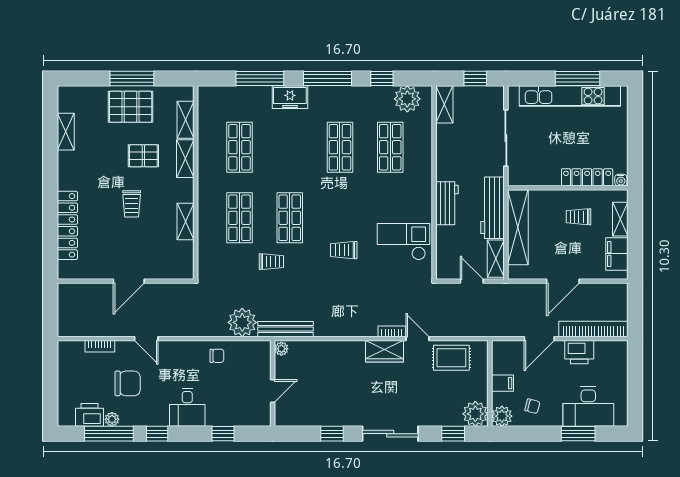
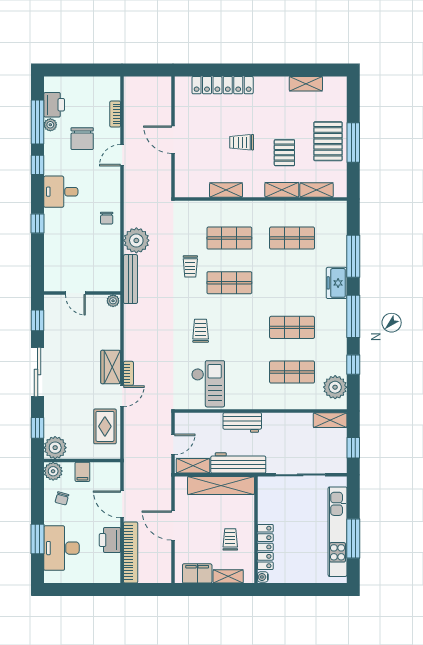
plant: (281, 349) -> (113, 301), moved
wall: (273, 383) -> (82, 293), moved
door: (273, 391) -> (75, 293), moved

